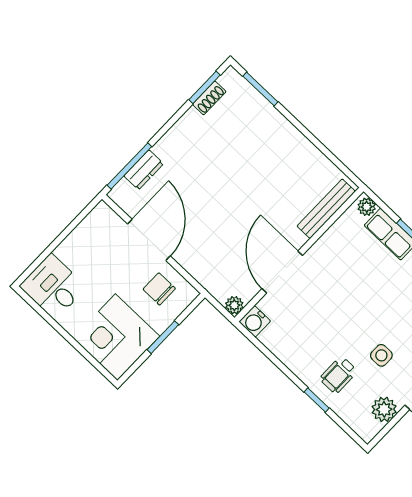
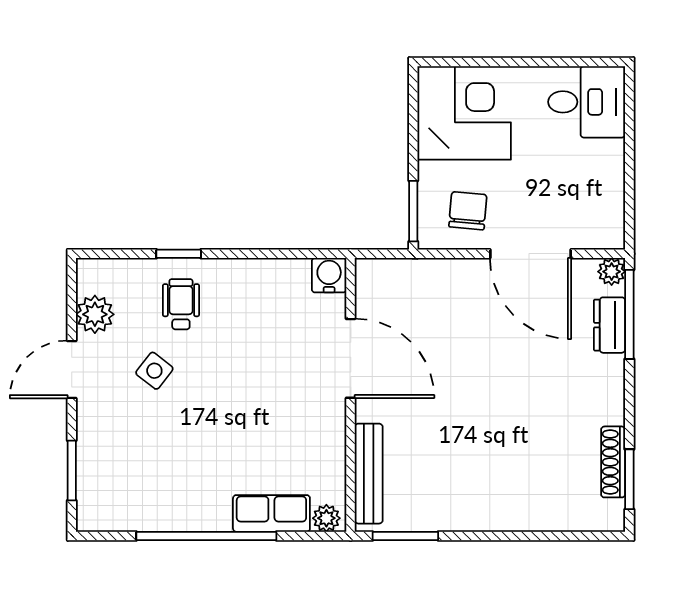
window: (260, 89) -> (405, 536), moved
shoe rack: (209, 98) -> (613, 462), width x1.43
chair: (159, 289) -> (468, 211), turned -85
plant: (234, 305) -> (612, 272), moved
window: (163, 337) -> (413, 211), moved
side table: (381, 355) -> (154, 371), turned 38

